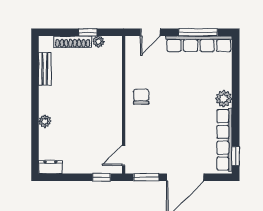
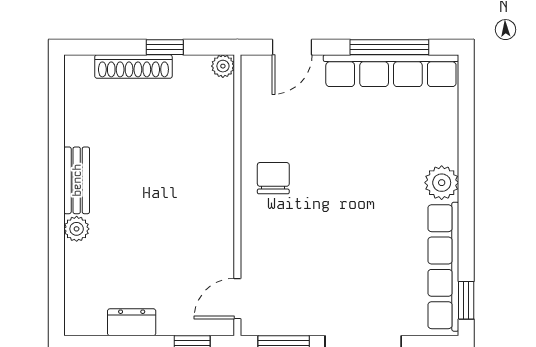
plant: (98, 42) -> (223, 66), moved
bench: (45, 69) -> (77, 180), moved
dresser: (50, 167) -> (132, 322), moved

